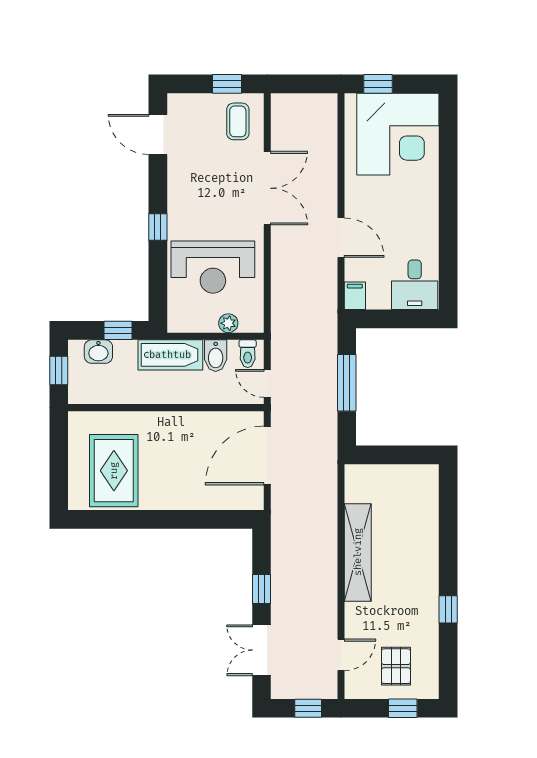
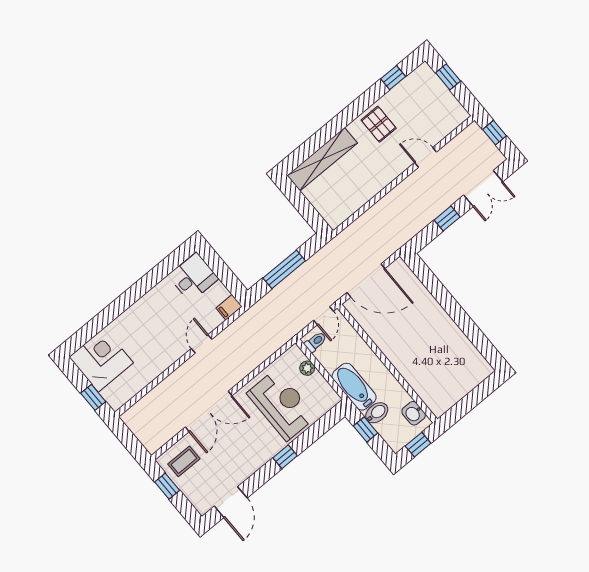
corner desk: (398, 134) -> (101, 360), width x0.74, depth x0.74
double door: (267, 188) -> (209, 411), swing flipped
door: (341, 238) -> (202, 344), width x0.73
washbasin: (98, 352) -> (414, 413), moved, turned 180
bidet: (216, 356) -> (377, 413), moved
rug: (114, 471) -> (450, 363), removed
shelving: (358, 552) -> (322, 159), moved
window: (448, 609) -> (393, 78), moved
door: (341, 655) -> (426, 157), moved
pallet: (396, 666) -> (379, 124), moved, turned 90

